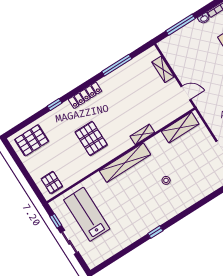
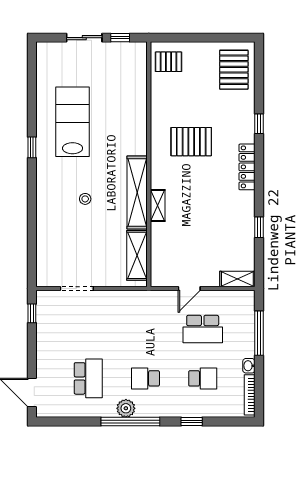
school desk: (199, 60) -> (203, 329), added
window: (117, 65) -> (259, 227), width x0.46
shelving: (163, 69) -> (237, 279), moved
door: (186, 93) -> (189, 288), moved
shelving: (125, 163) -> (137, 192), moved
lab bench: (87, 214) -> (73, 122), moved, turned -90

